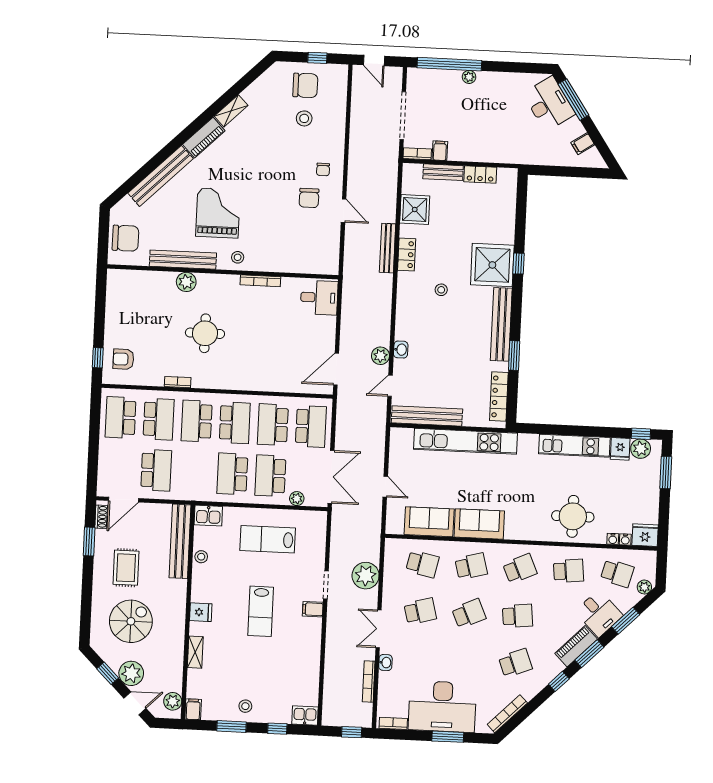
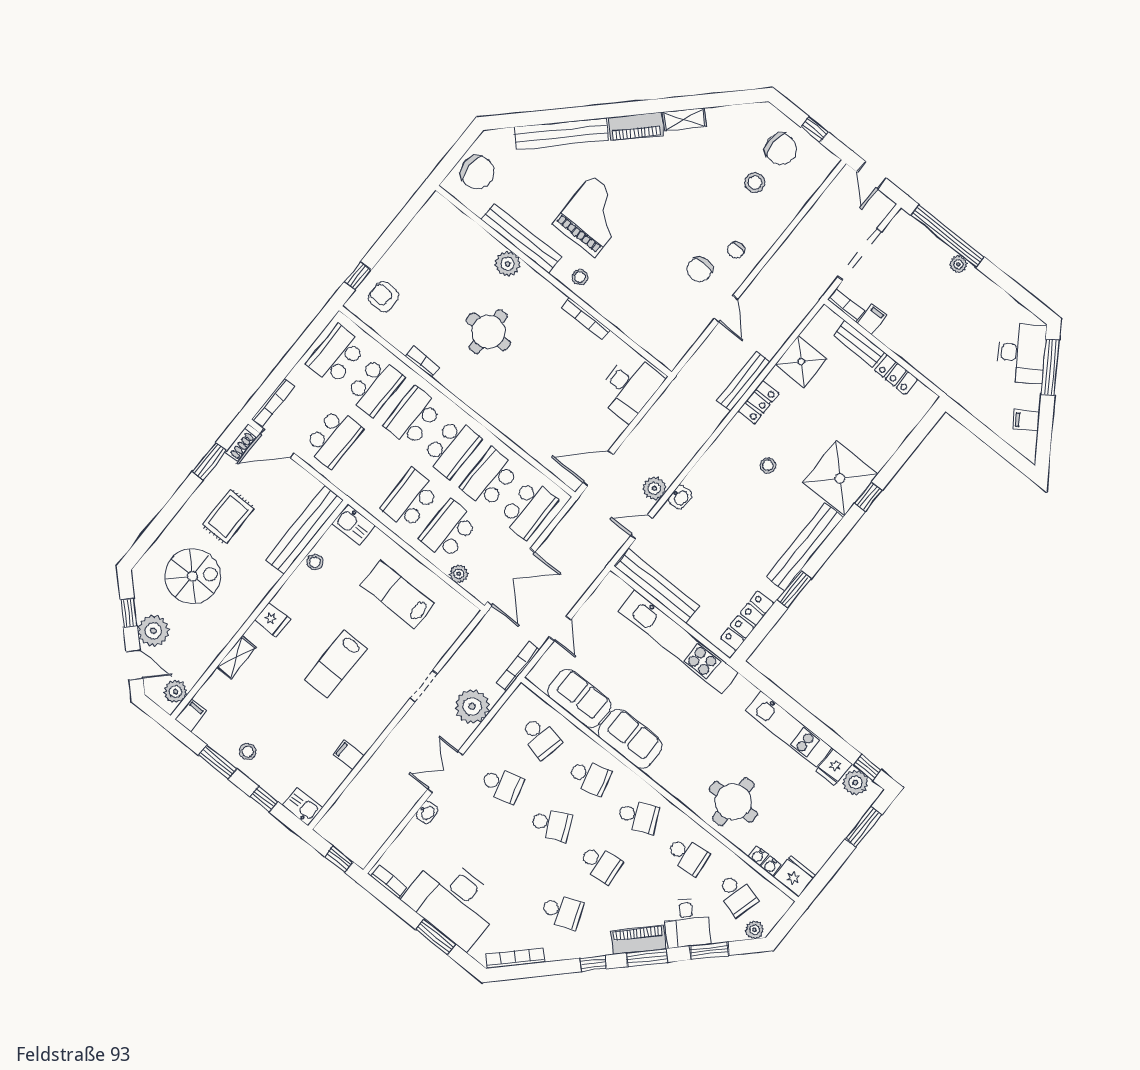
desk: (319, 298) -> (630, 387), width x1.37
bookcase: (103, 476) -> (273, 403), added
filing cabinet: (313, 609) -> (349, 755), moved
bookcase: (369, 681) -> (518, 666), moved

